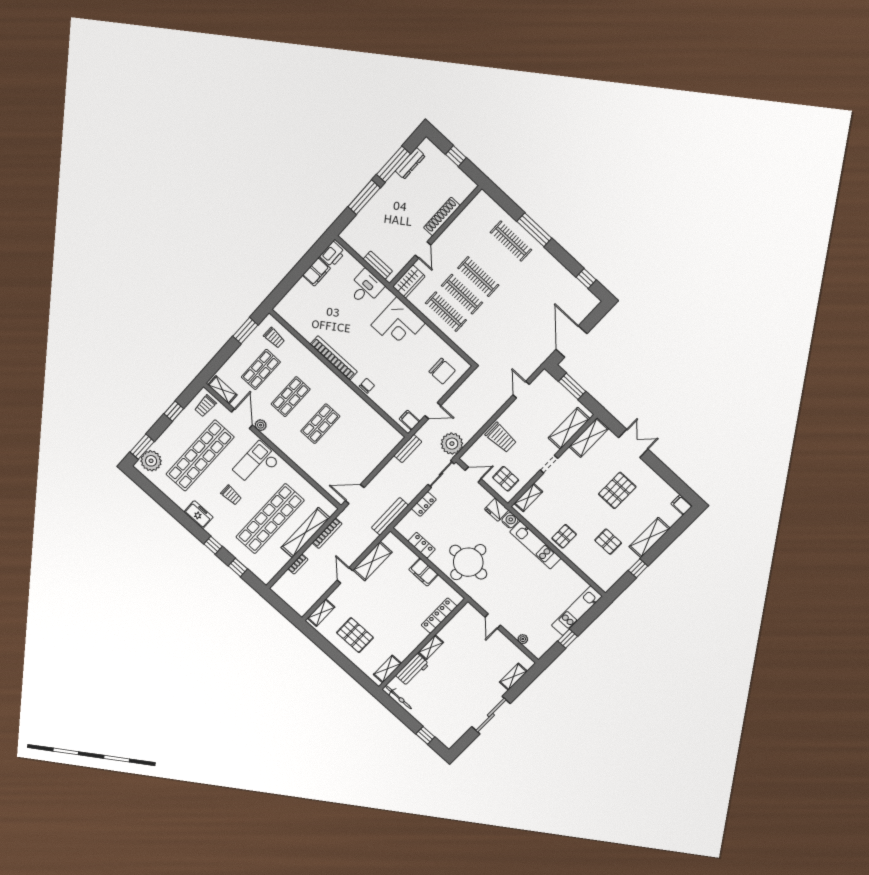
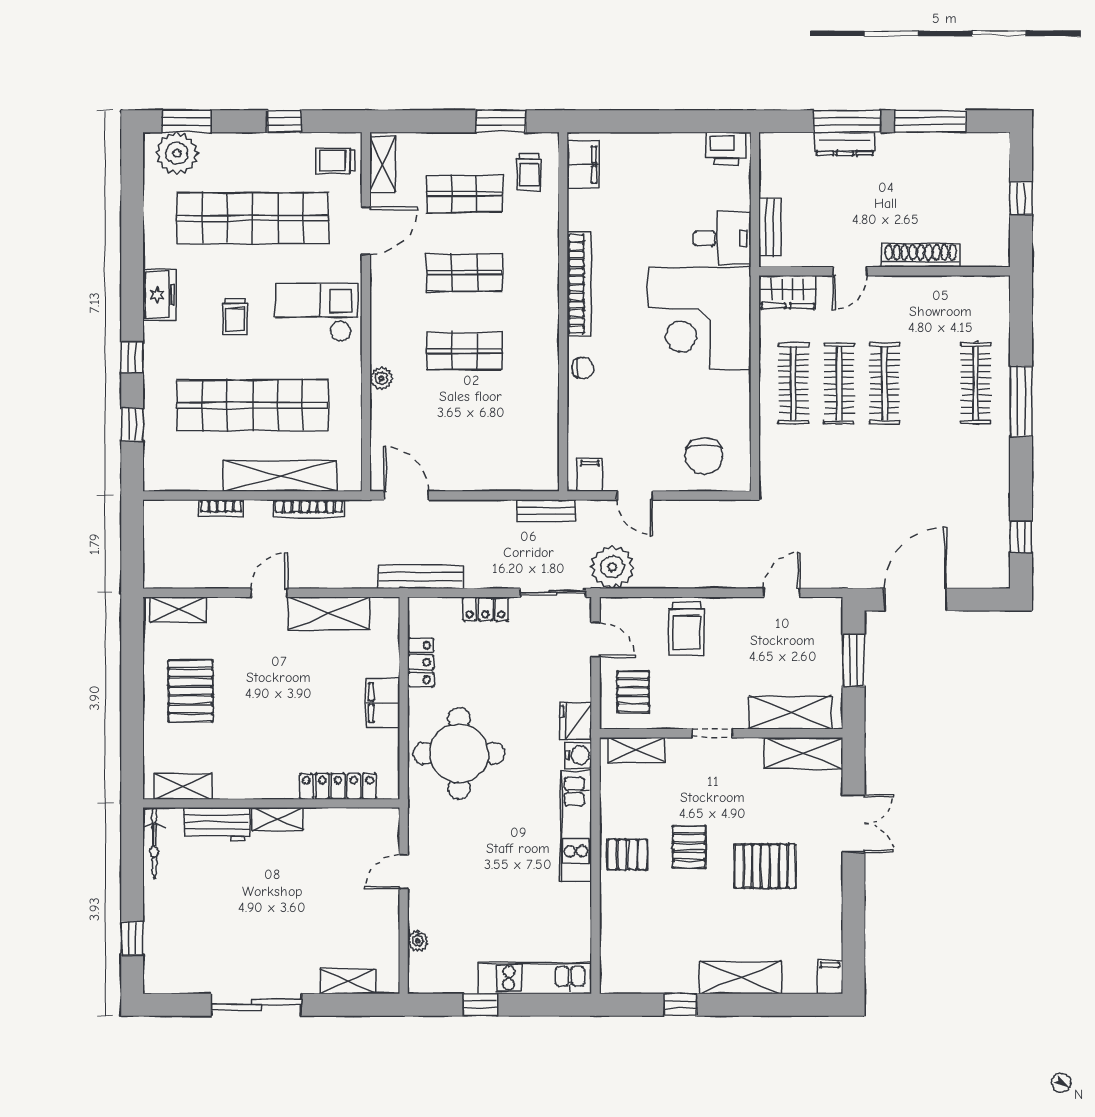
dresser: (410, 163) -> (845, 144), moved
filing cabinet: (316, 272) -> (583, 165), moved, turned -90
corner desk: (398, 324) -> (700, 318), width x1.36, depth x1.36
plant: (261, 425) -> (381, 378), moved
pallet: (608, 542) -> (689, 847), moved

